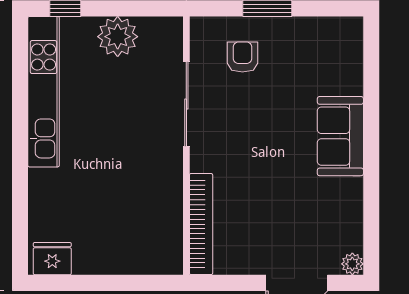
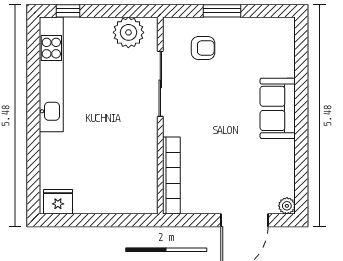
plant: (118, 37) -> (128, 32), moved
armchair: (242, 57) -> (203, 48), turned 90

